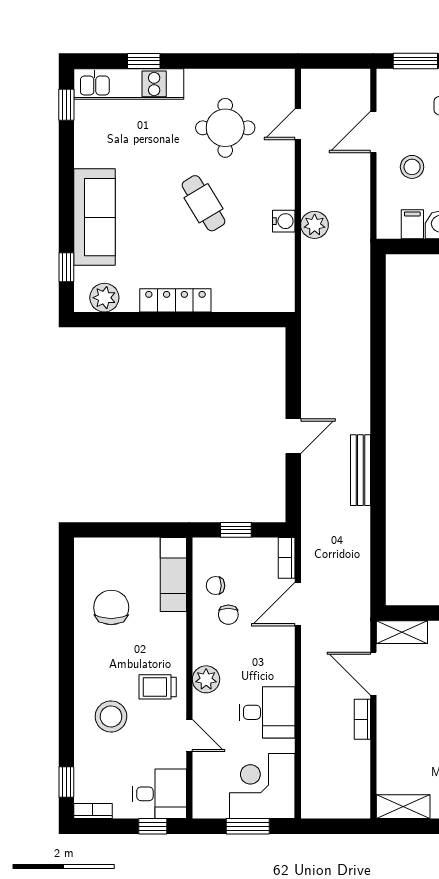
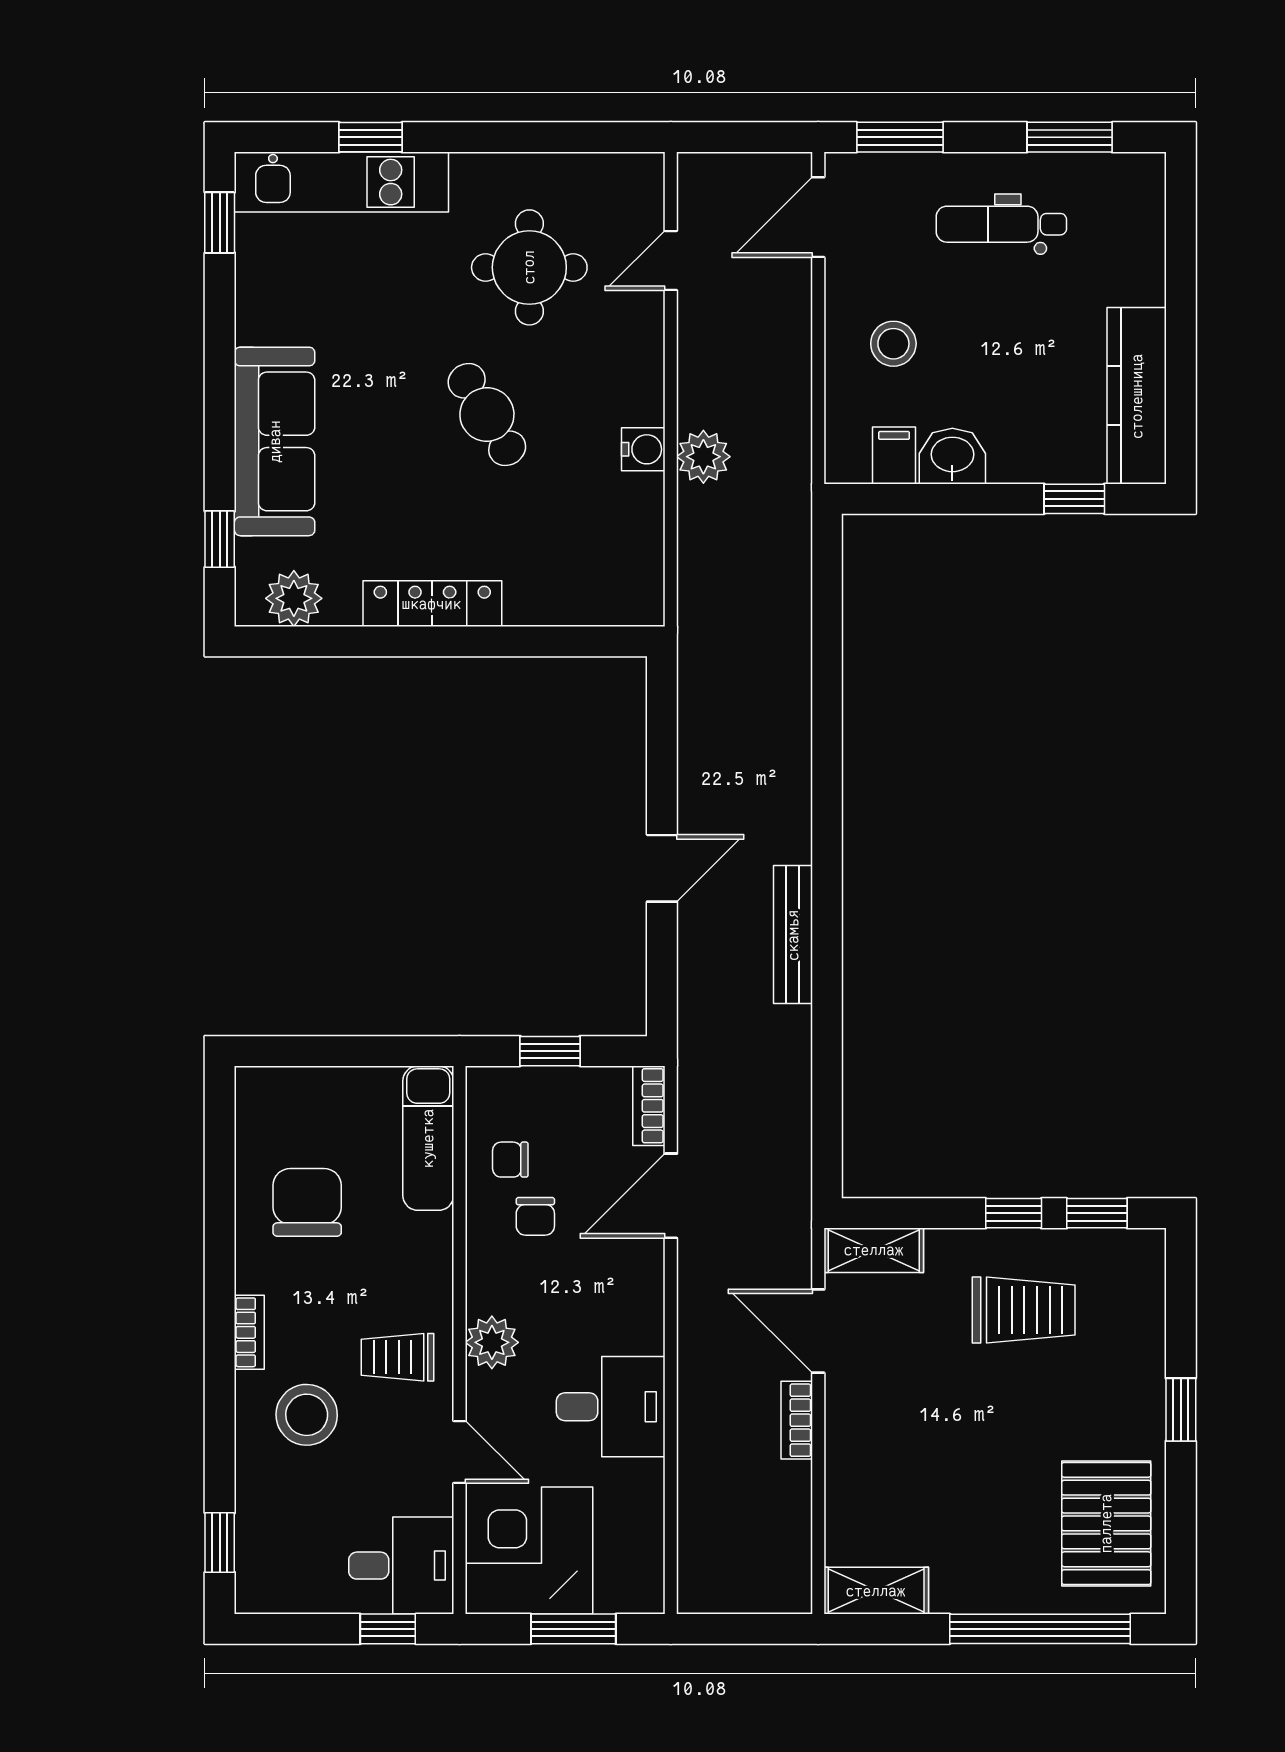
door: (373, 132) -> (818, 217), moved
corner desk: (262, 786) -> (529, 1551), moved
bookcase: (93, 811) -> (249, 1332), moved, turned 90

